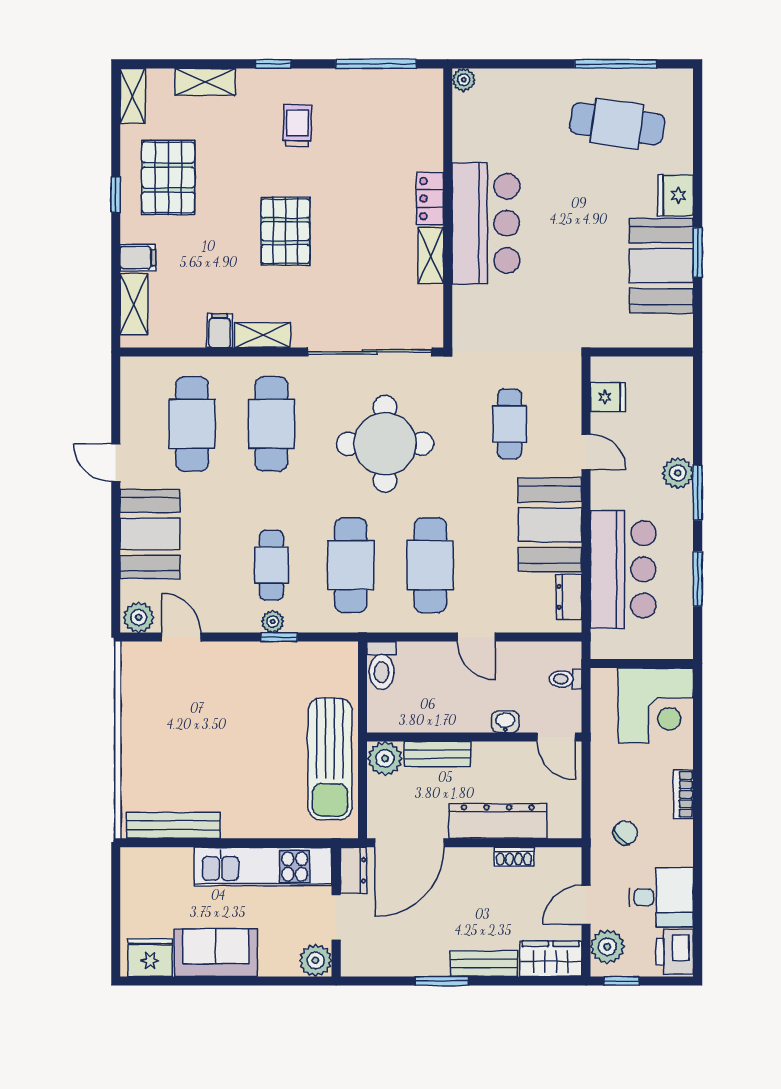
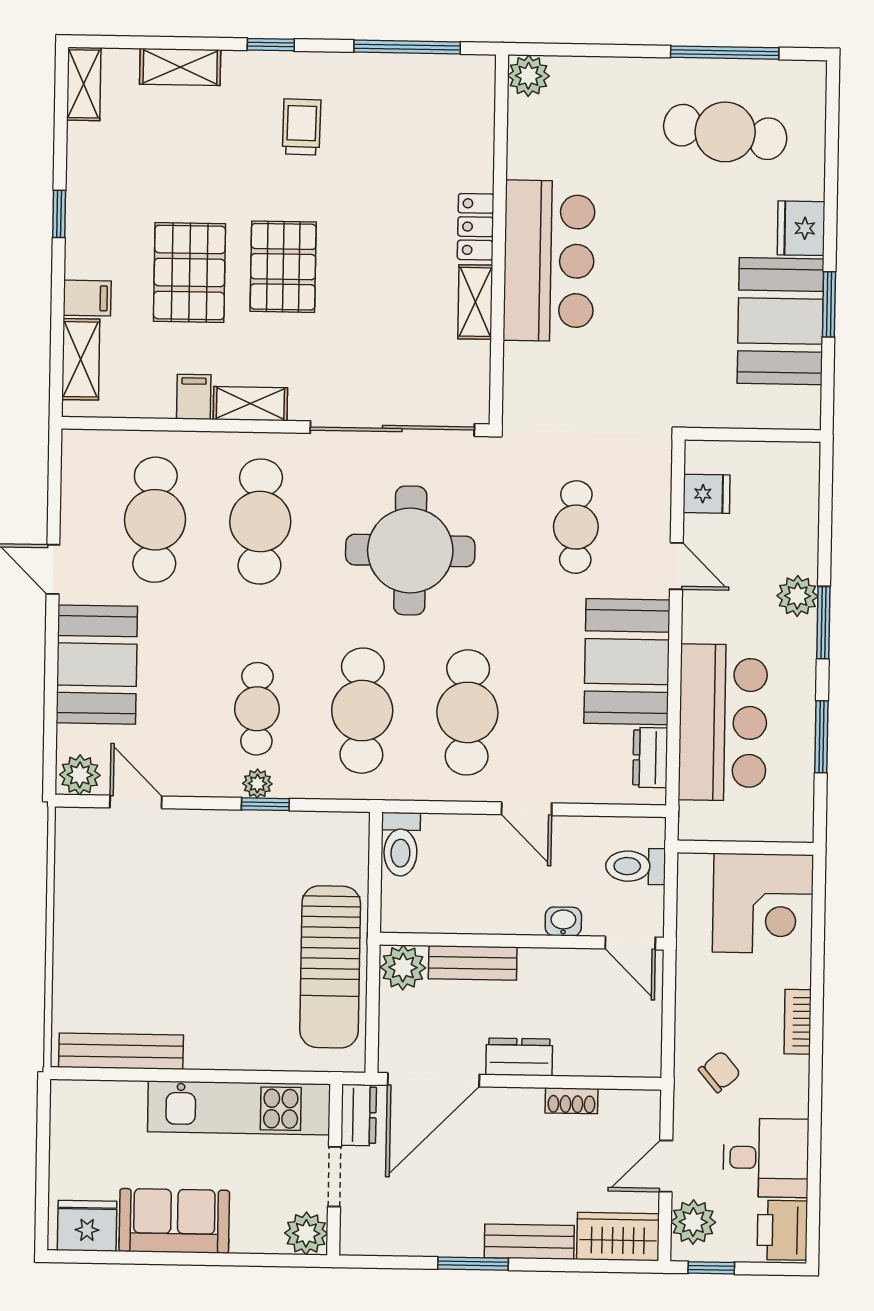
plant: (464, 80) -> (528, 76), width x1.38, depth x1.38
pallet: (168, 177) -> (189, 272), moved
toilet: (565, 679) -> (636, 866), width x1.37, depth x1.39
dresser: (498, 821) -> (519, 1057), width x0.51, depth x0.80

